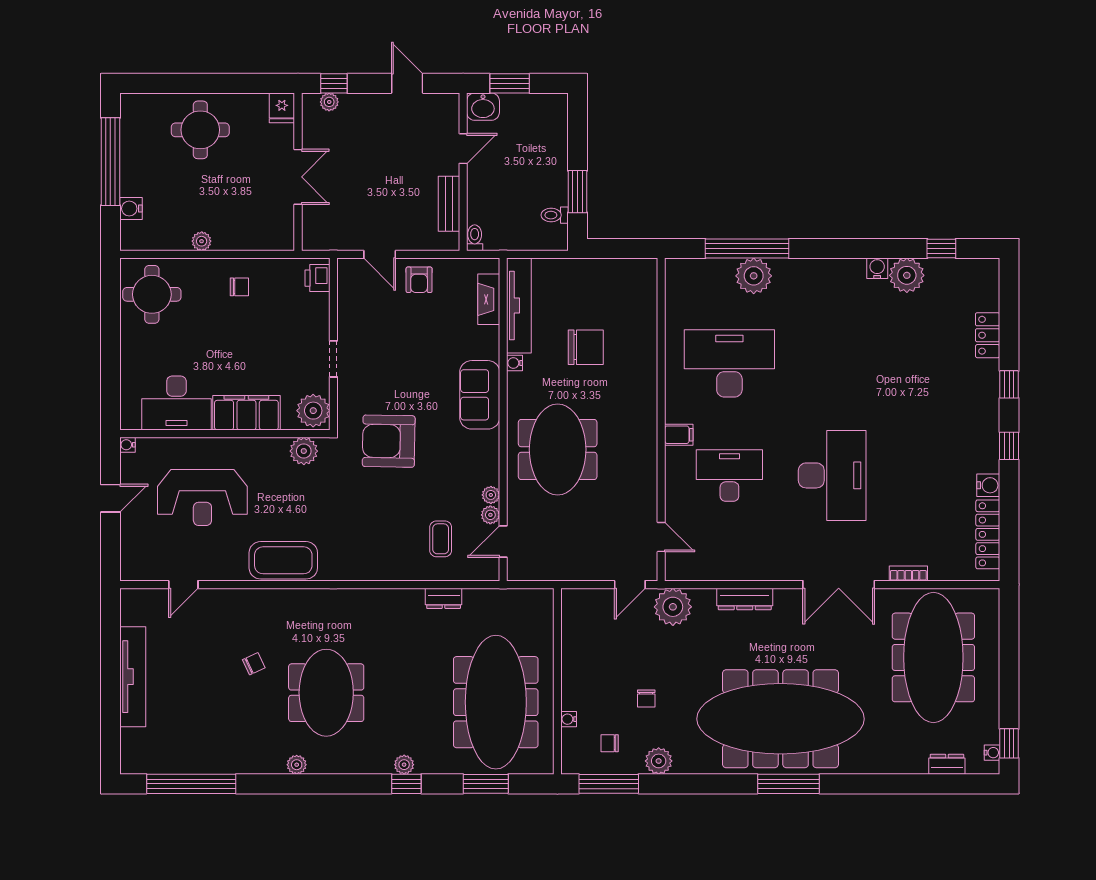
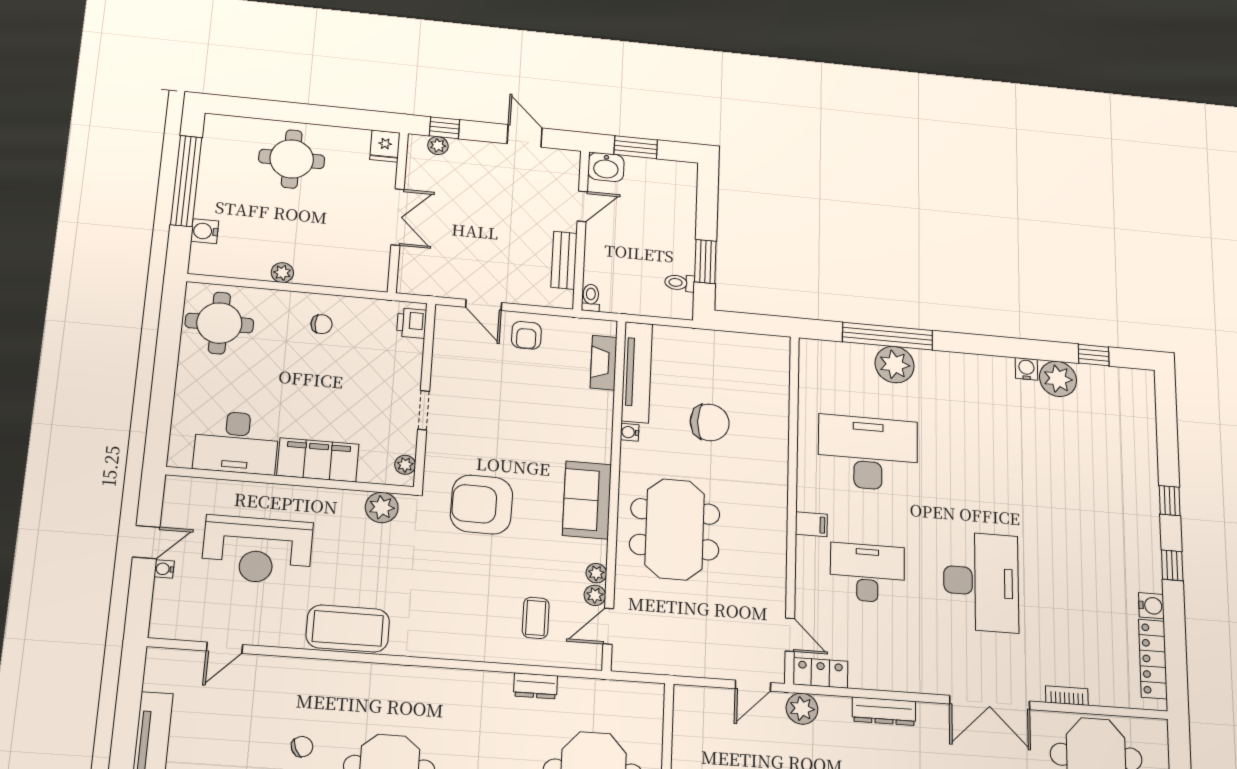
locker: (988, 335) -> (820, 673), moved, turned 90
sofa: (480, 395) -> (587, 500), moved
plant: (313, 411) -> (405, 465), width x0.53, depth x0.53
water cooler: (127, 445) -> (164, 569), moved
plant: (673, 607) -> (802, 709), width x0.73, depth x0.73

